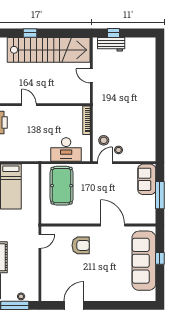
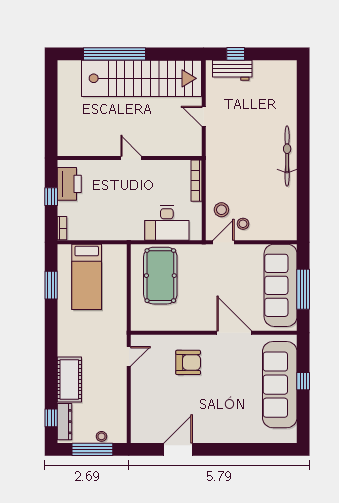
window: (30, 33) -> (114, 54), width x3.17
bicycle: (149, 103) -> (287, 156), added
door: (29, 105) -> (131, 158), moved
sofa: (147, 179) -> (281, 285), width x1.85, depth x1.27

